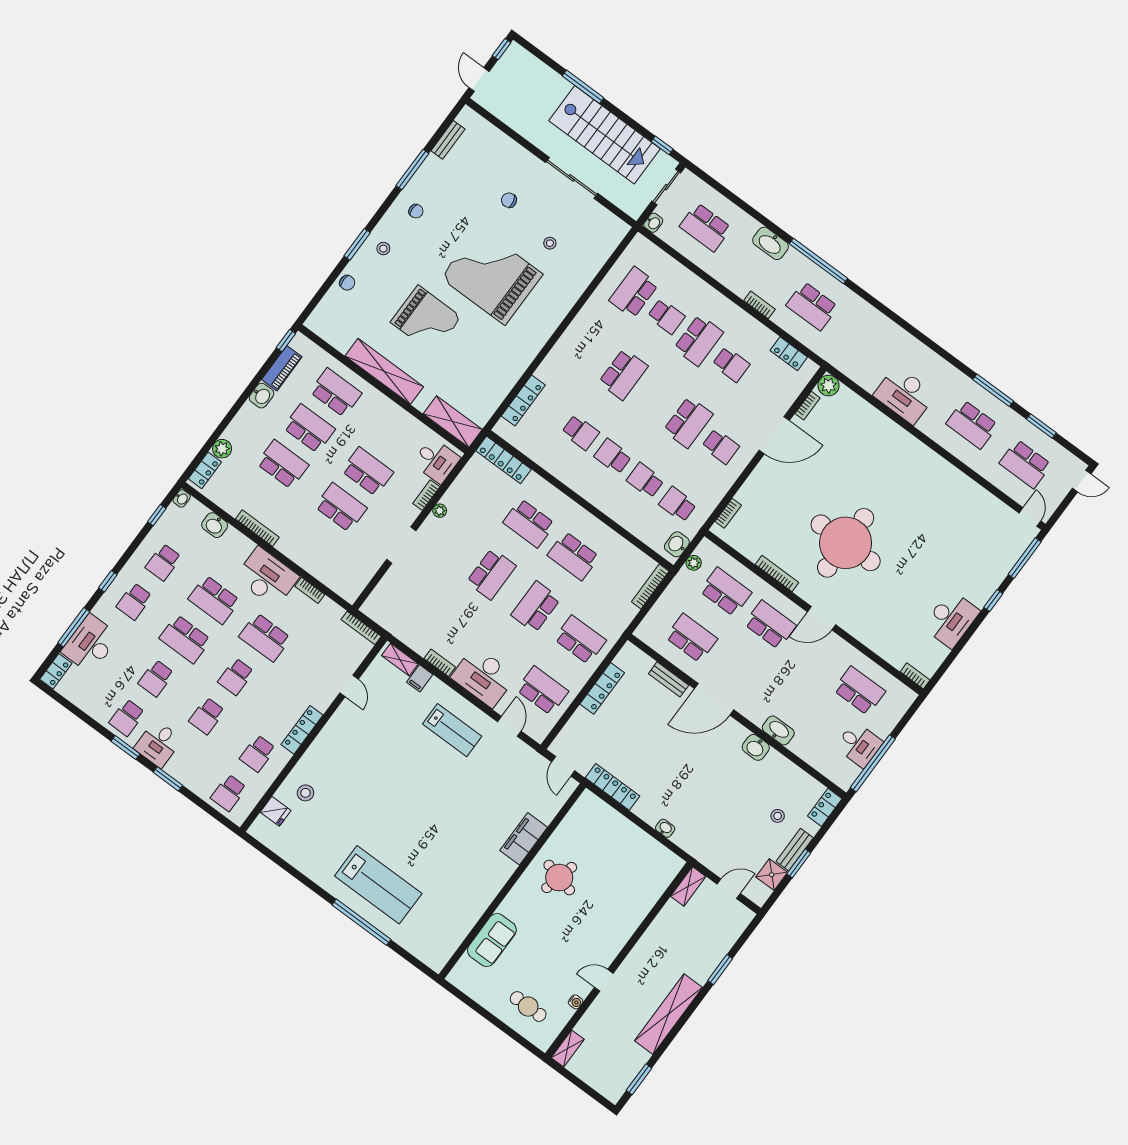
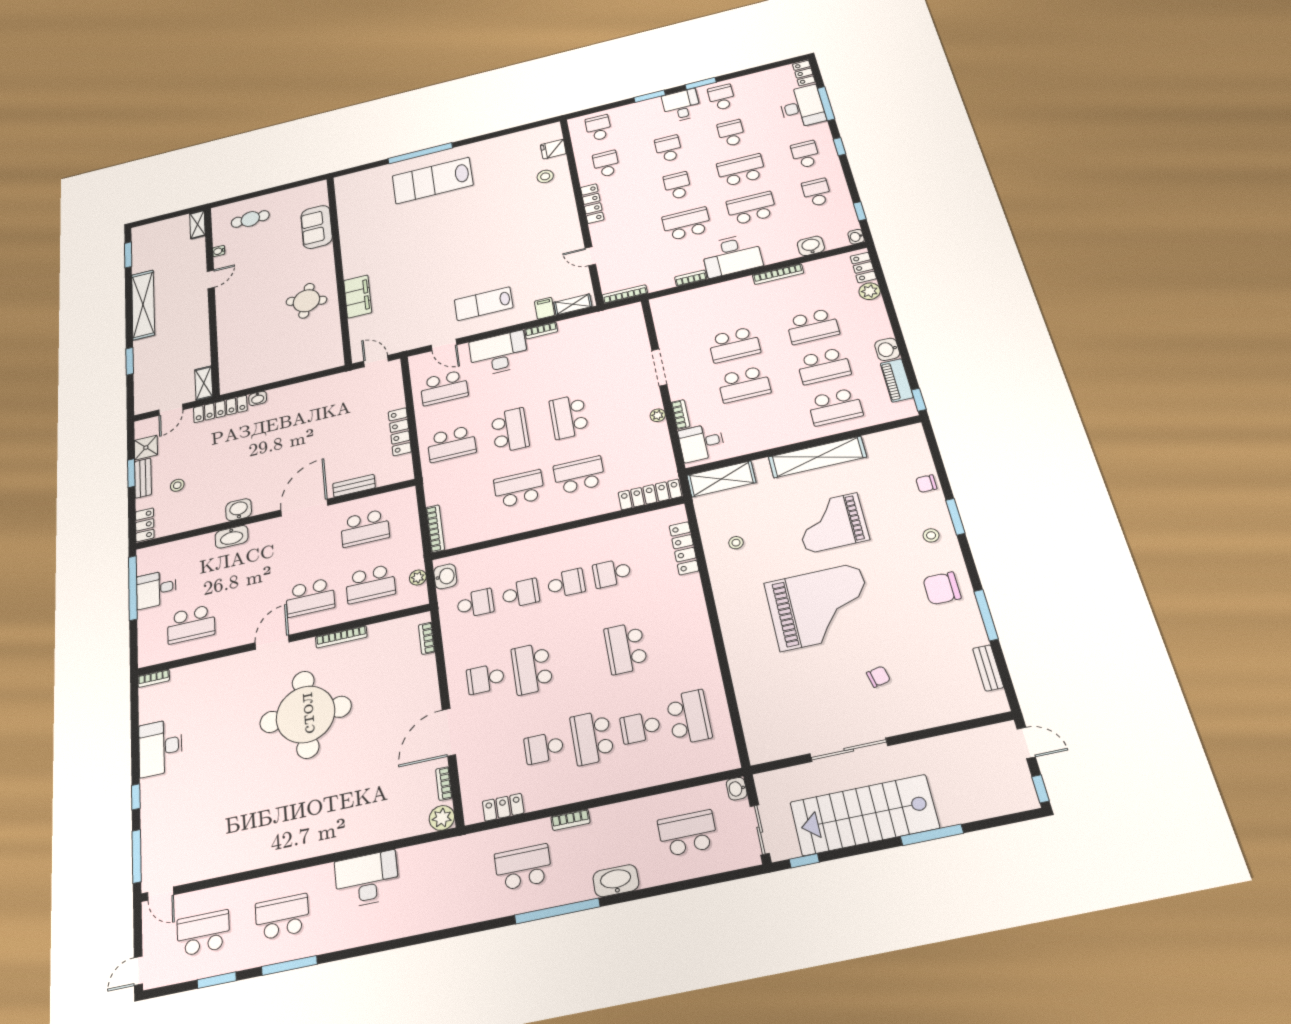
chair: (416, 211) -> (942, 588), width x1.87, depth x1.87
stool: (550, 243) -> (736, 543), moved
locker: (612, 787) -> (220, 409), moved

